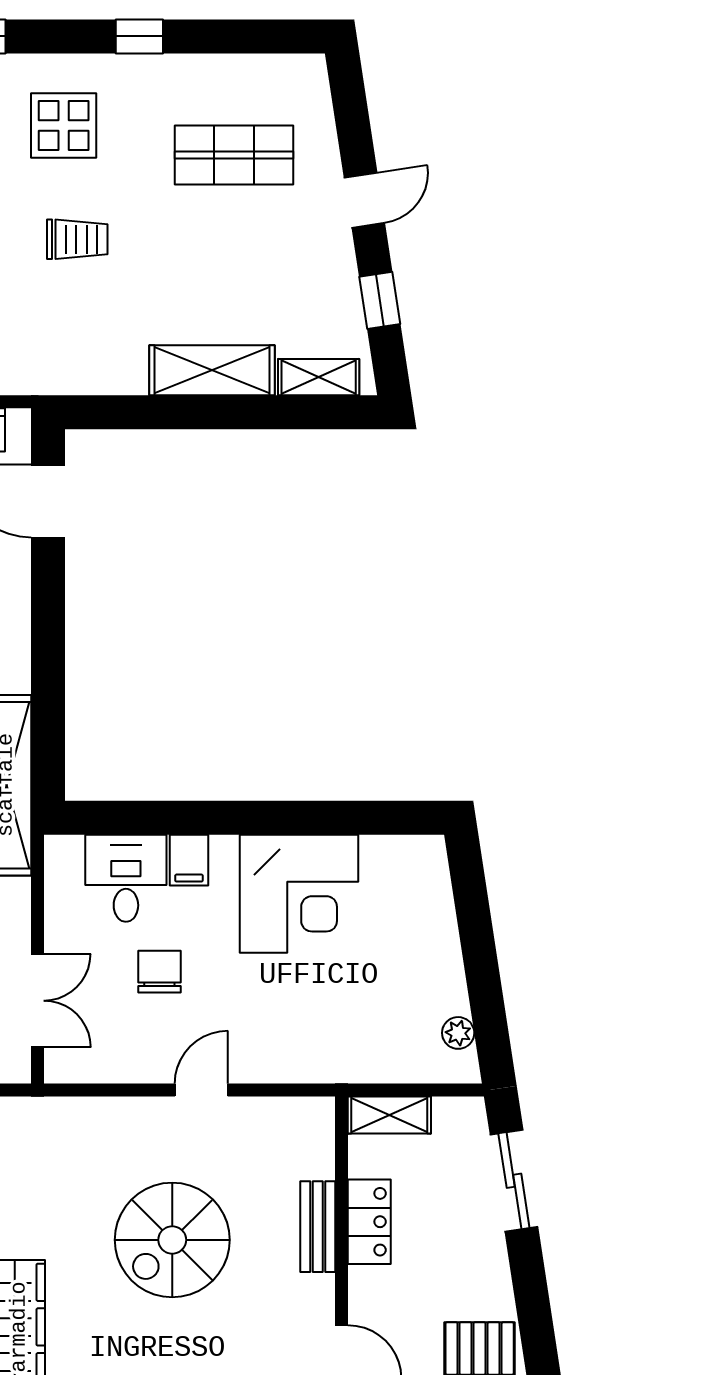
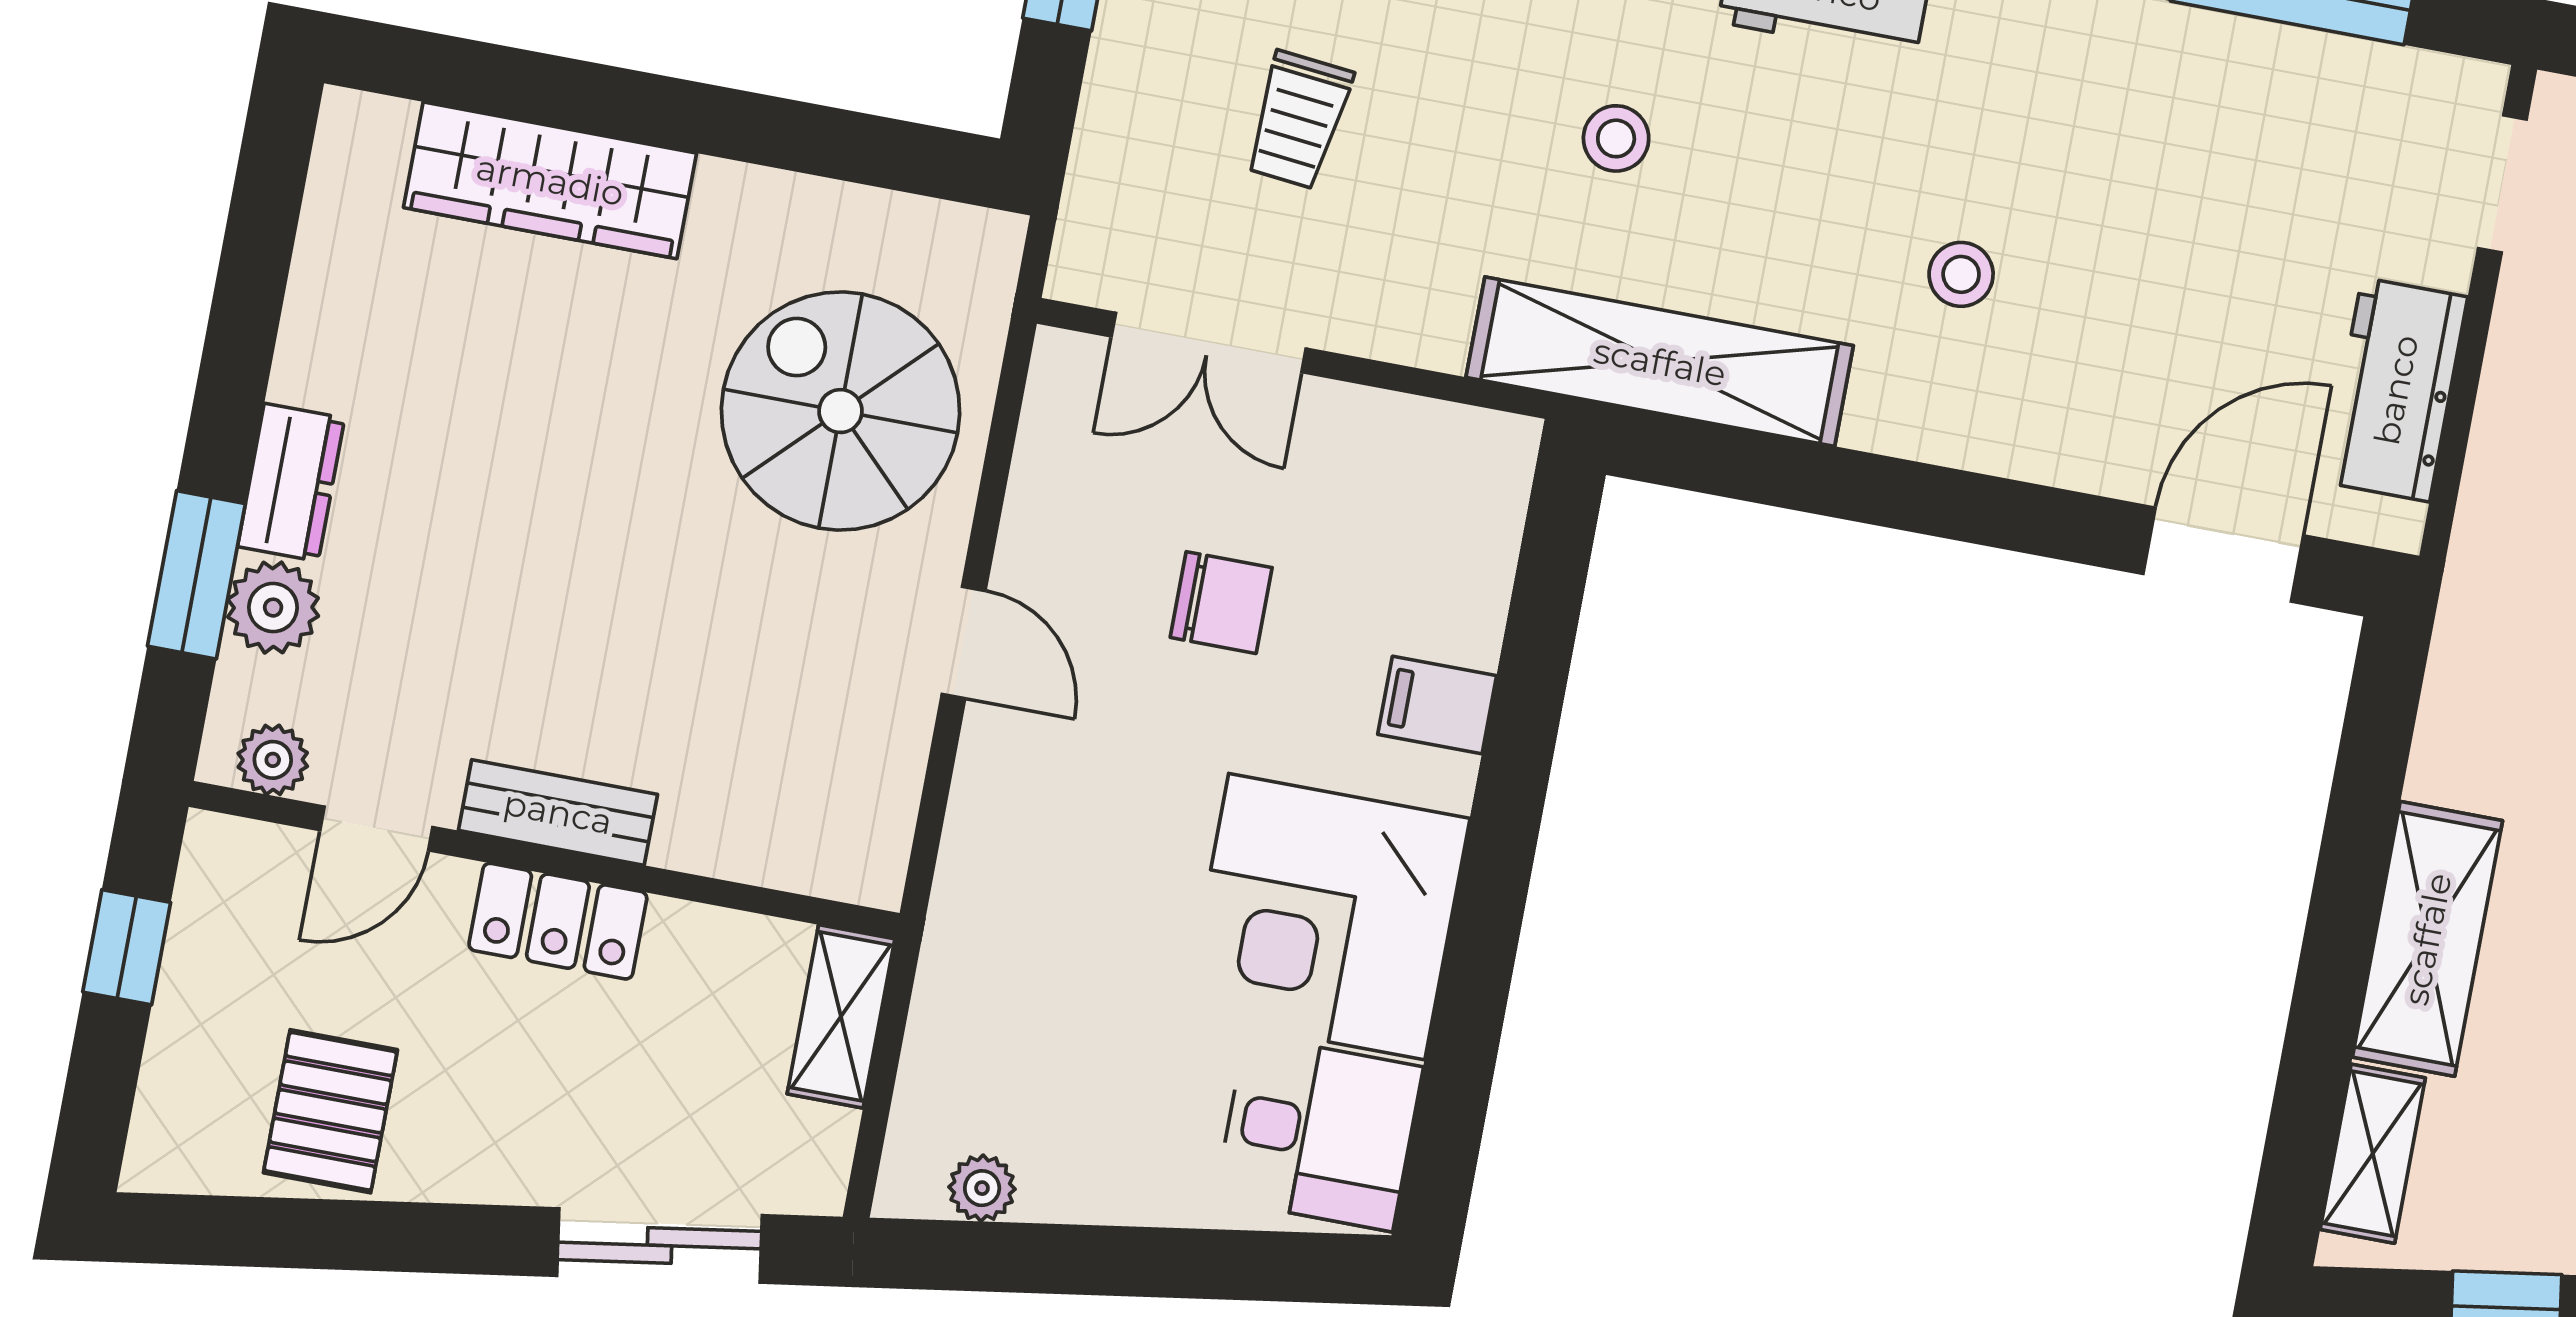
desk: (126, 878) -> (1319, 1133), moved
locker: (369, 1222) -> (558, 921), moved
bench: (318, 1227) -> (558, 812), moved
spiral stairs: (172, 1240) -> (840, 411), moved

